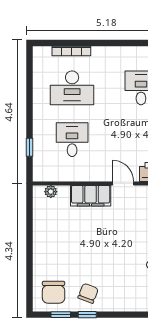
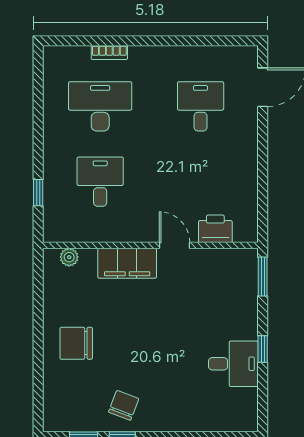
bookcase: (71, 51) -> (109, 52), width x0.64
desk: (72, 88) -> (100, 106), turned 180
chair: (54, 292) -> (76, 343), moved, turned 90

